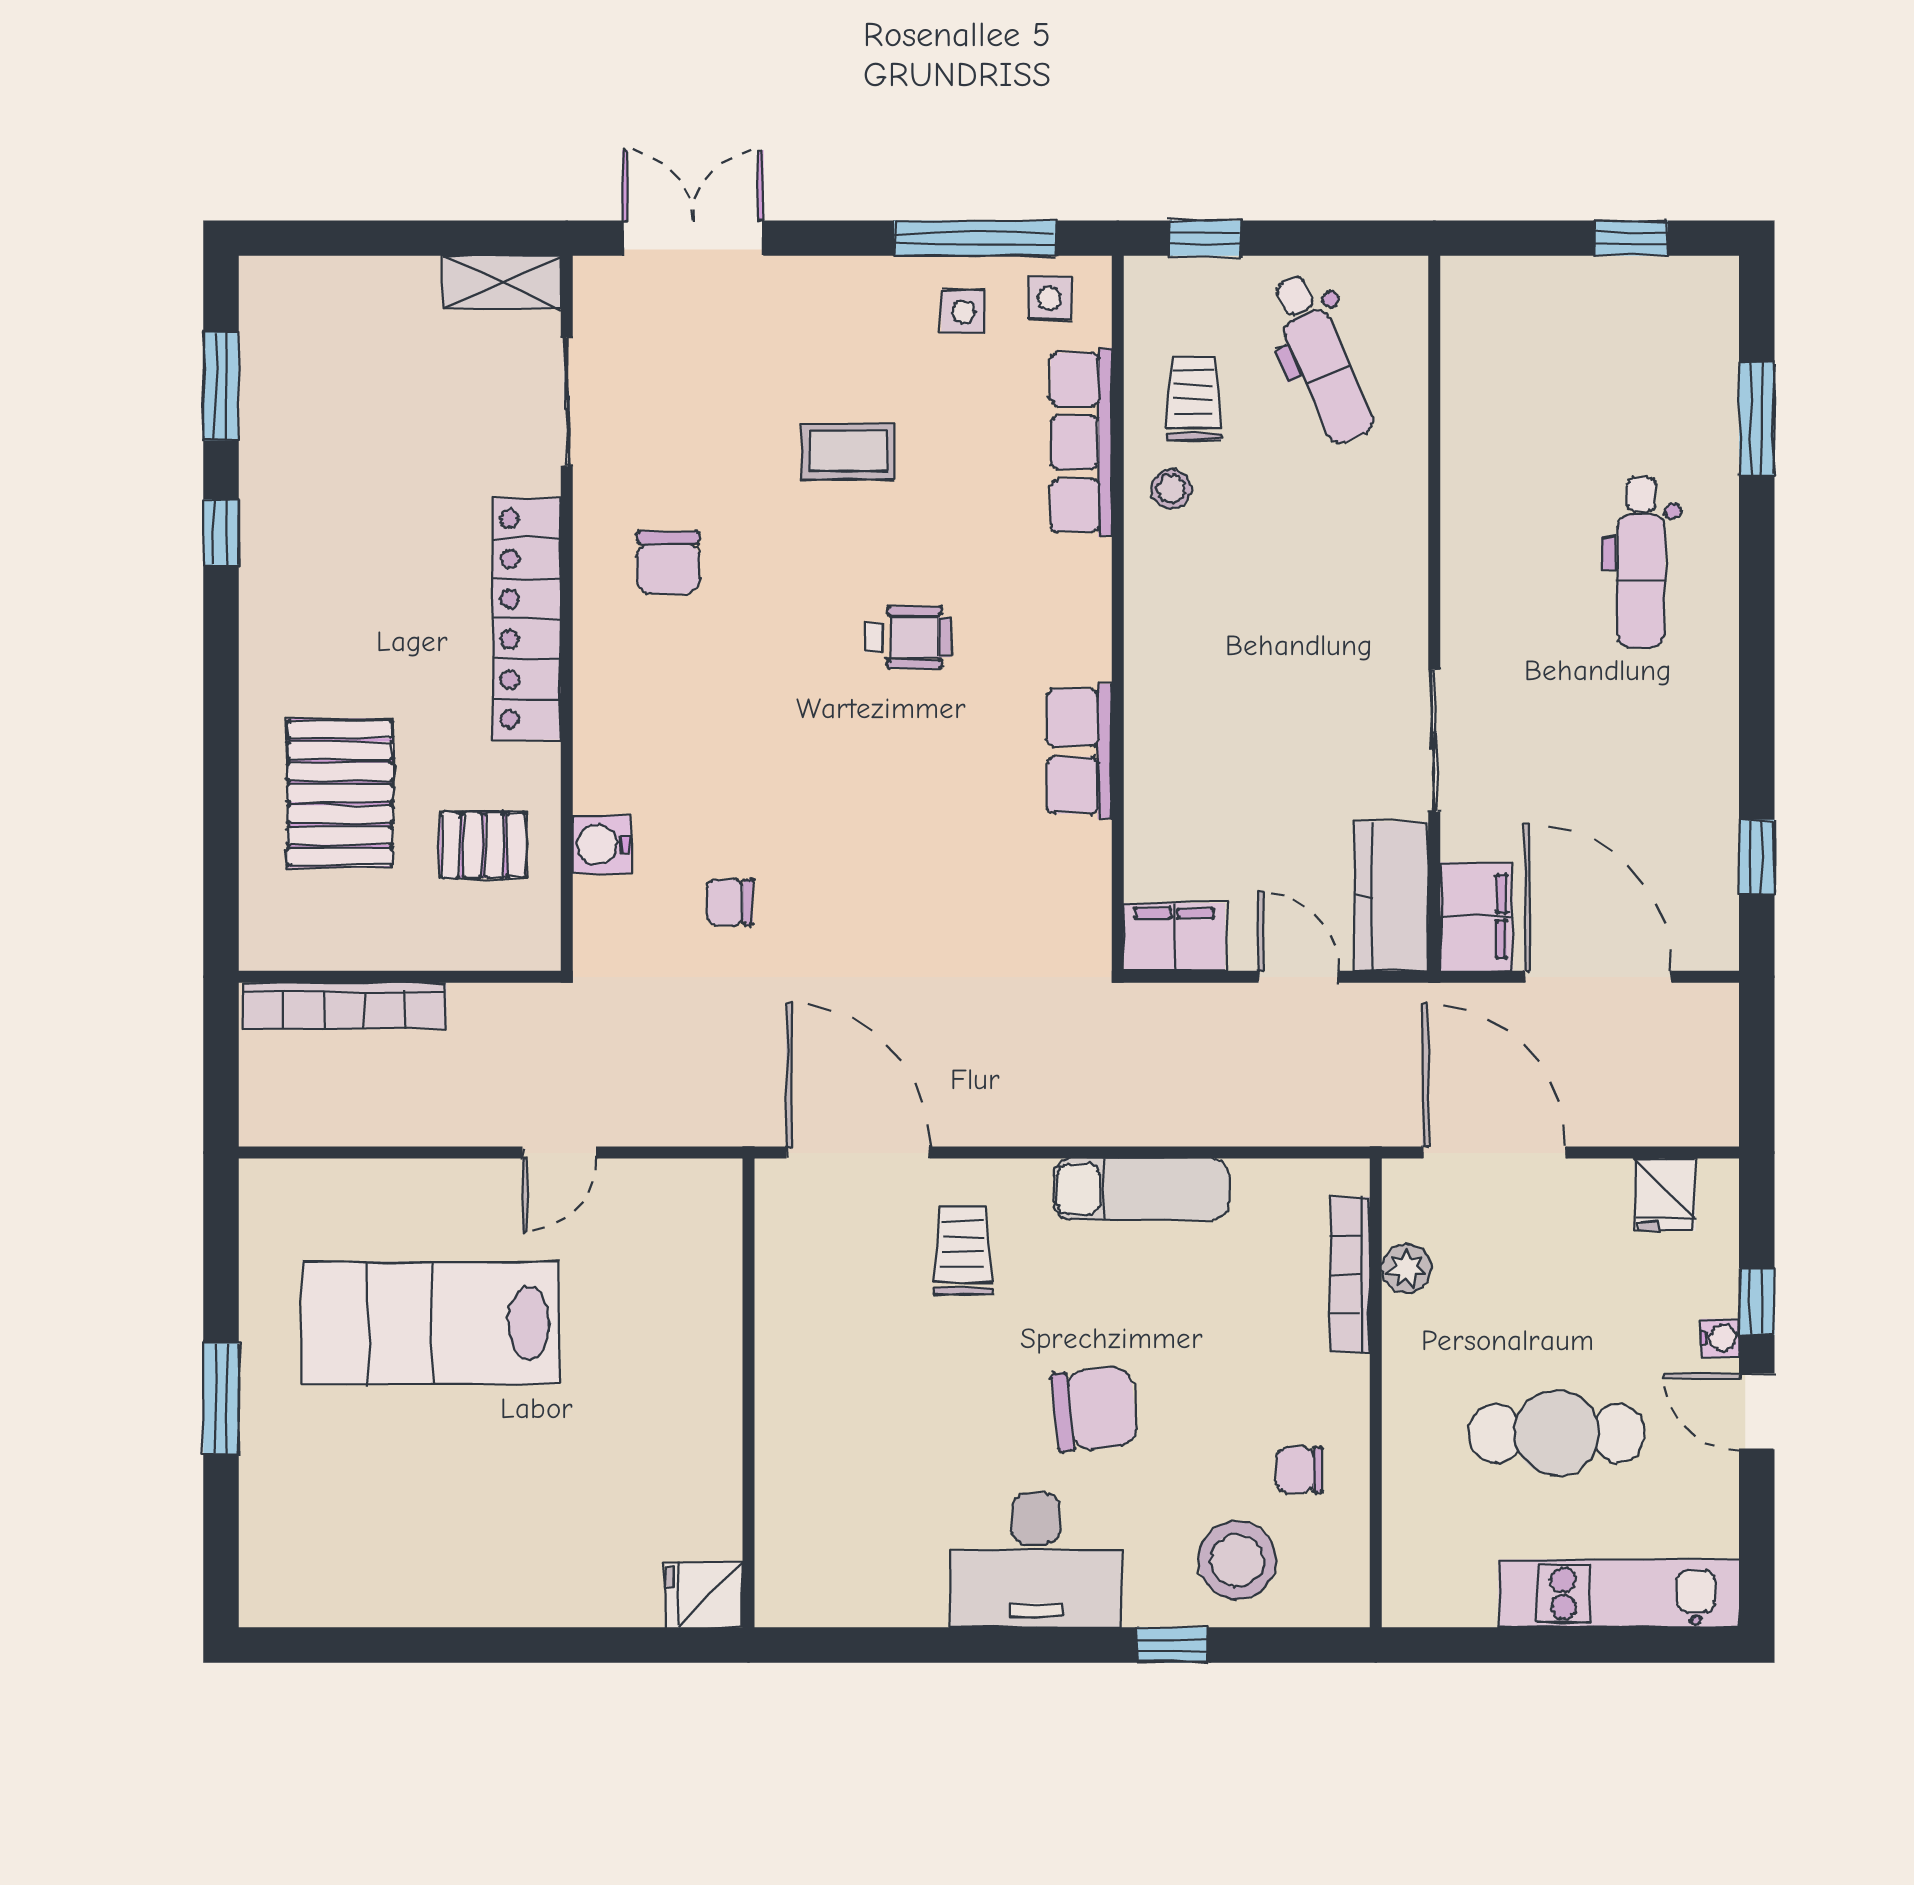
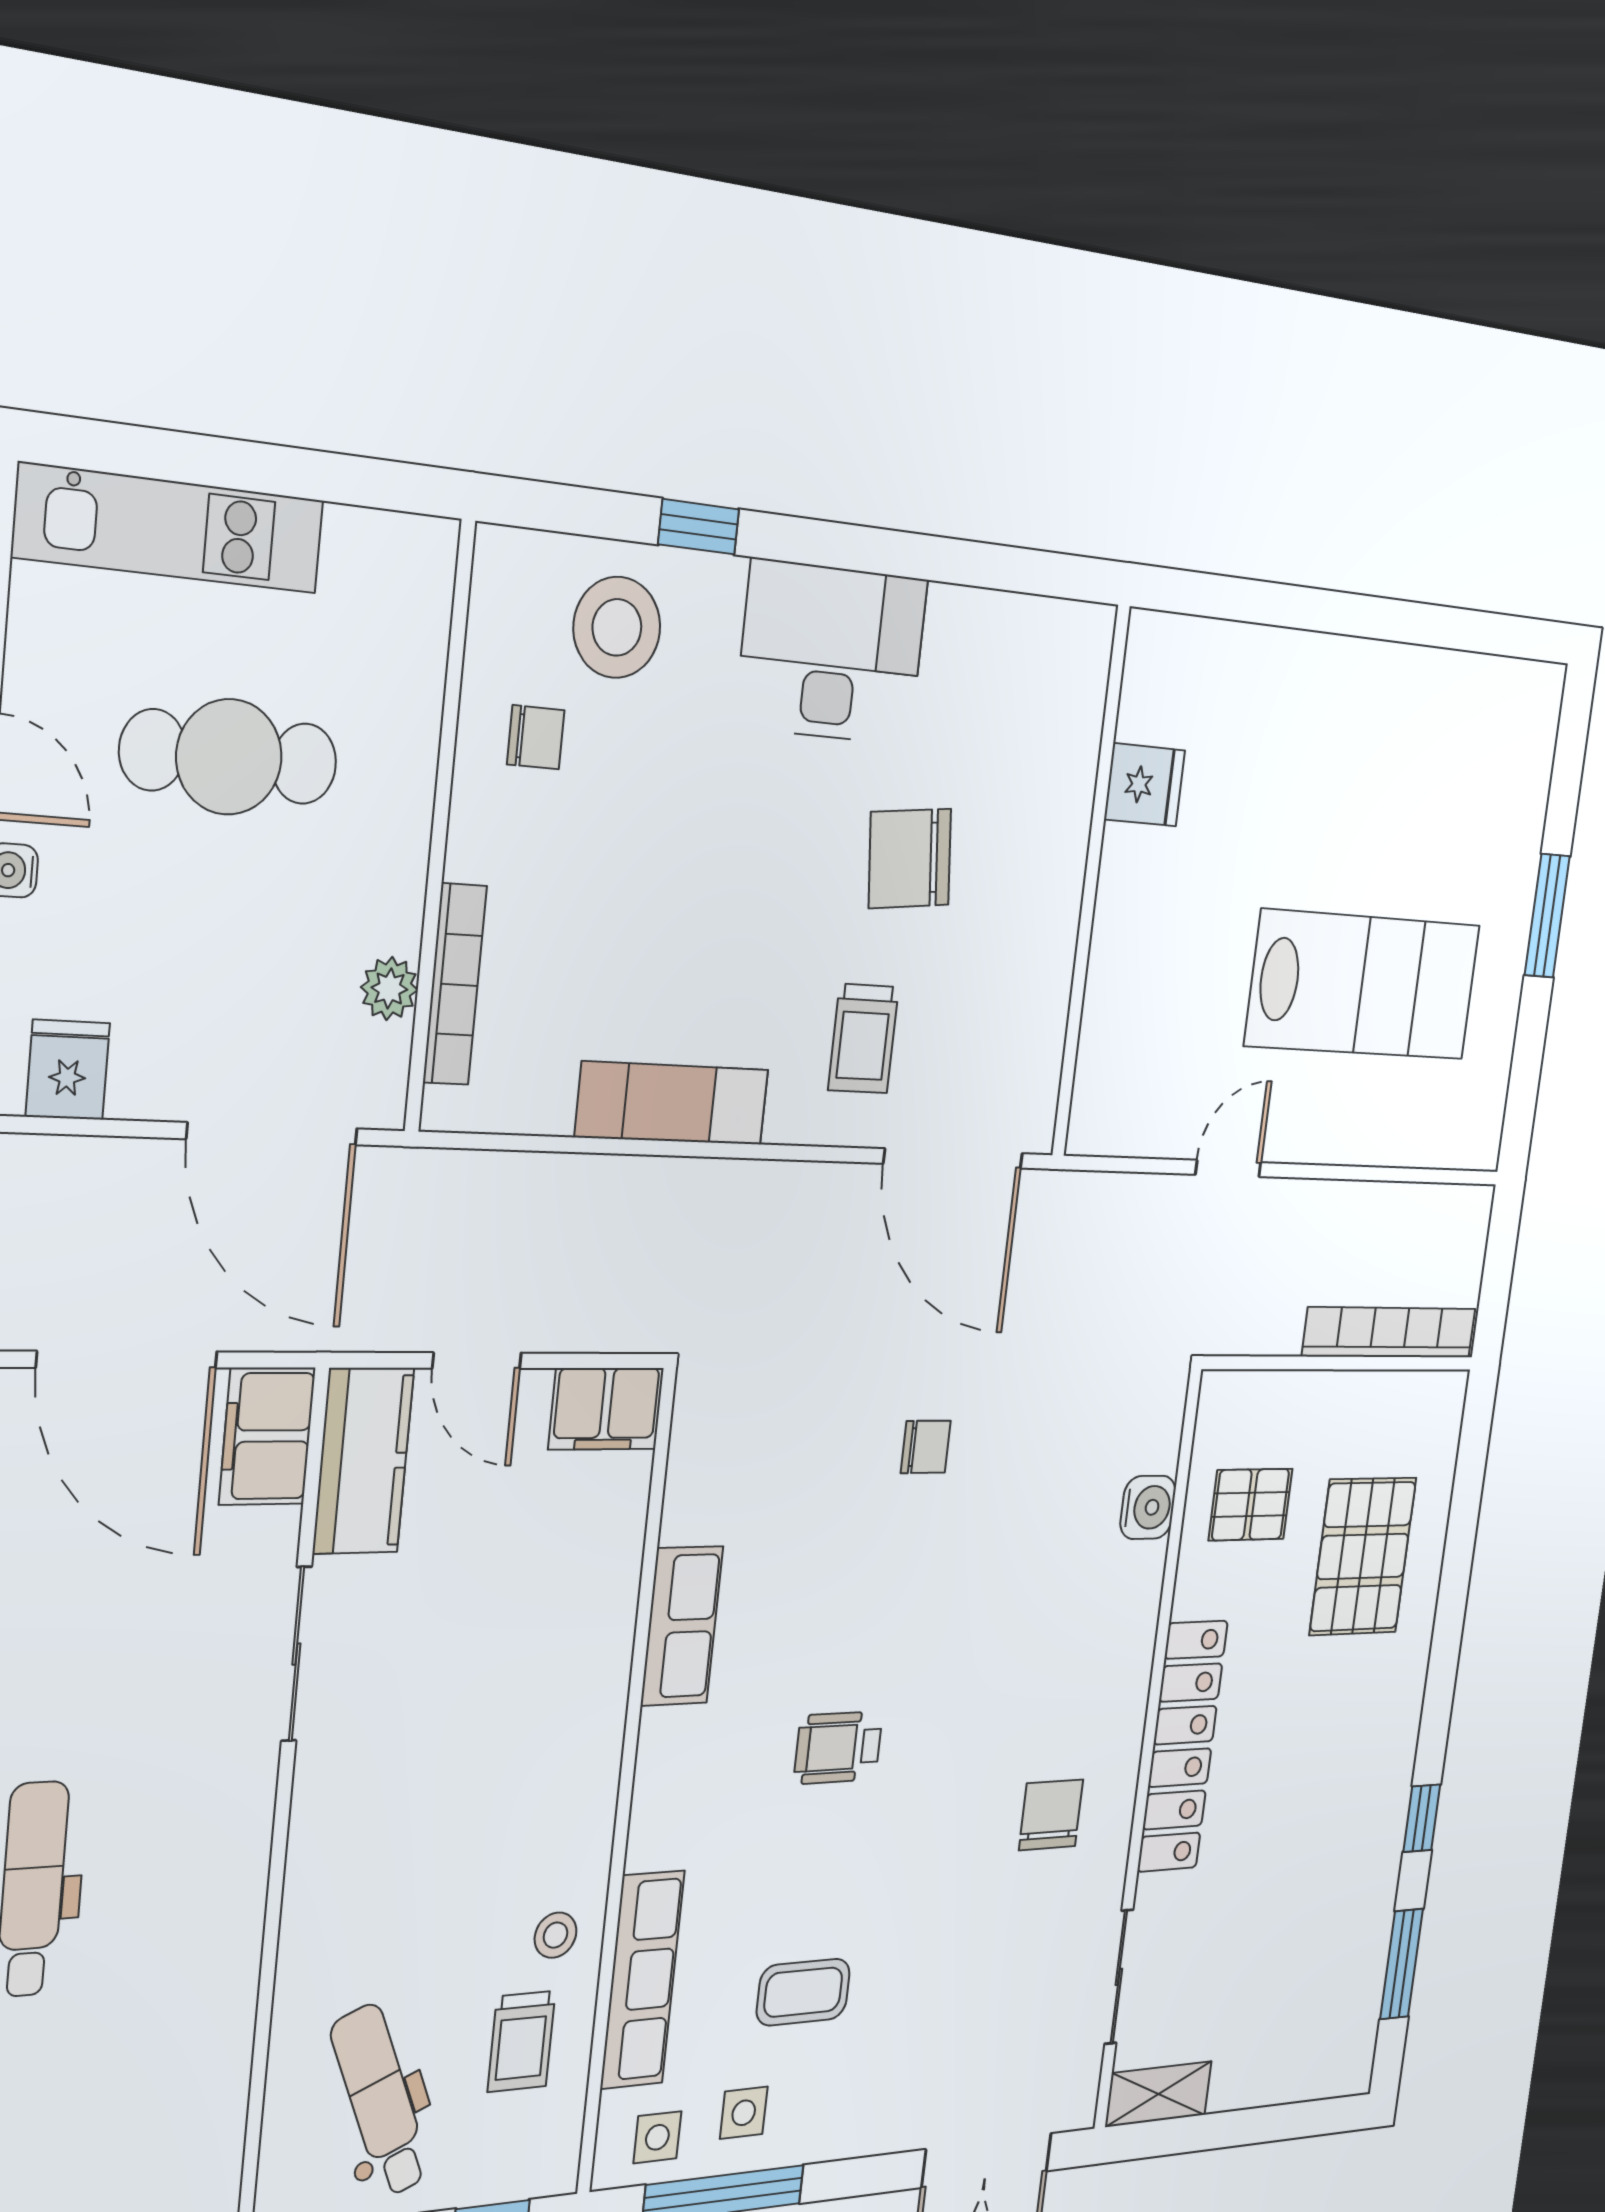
coffee table: (848, 451) -> (803, 1992), moved
chair: (730, 902) -> (926, 1447), moved
chair: (1095, 1409) -> (910, 859), moved
fridge: (704, 1595) -> (1145, 785), moved

